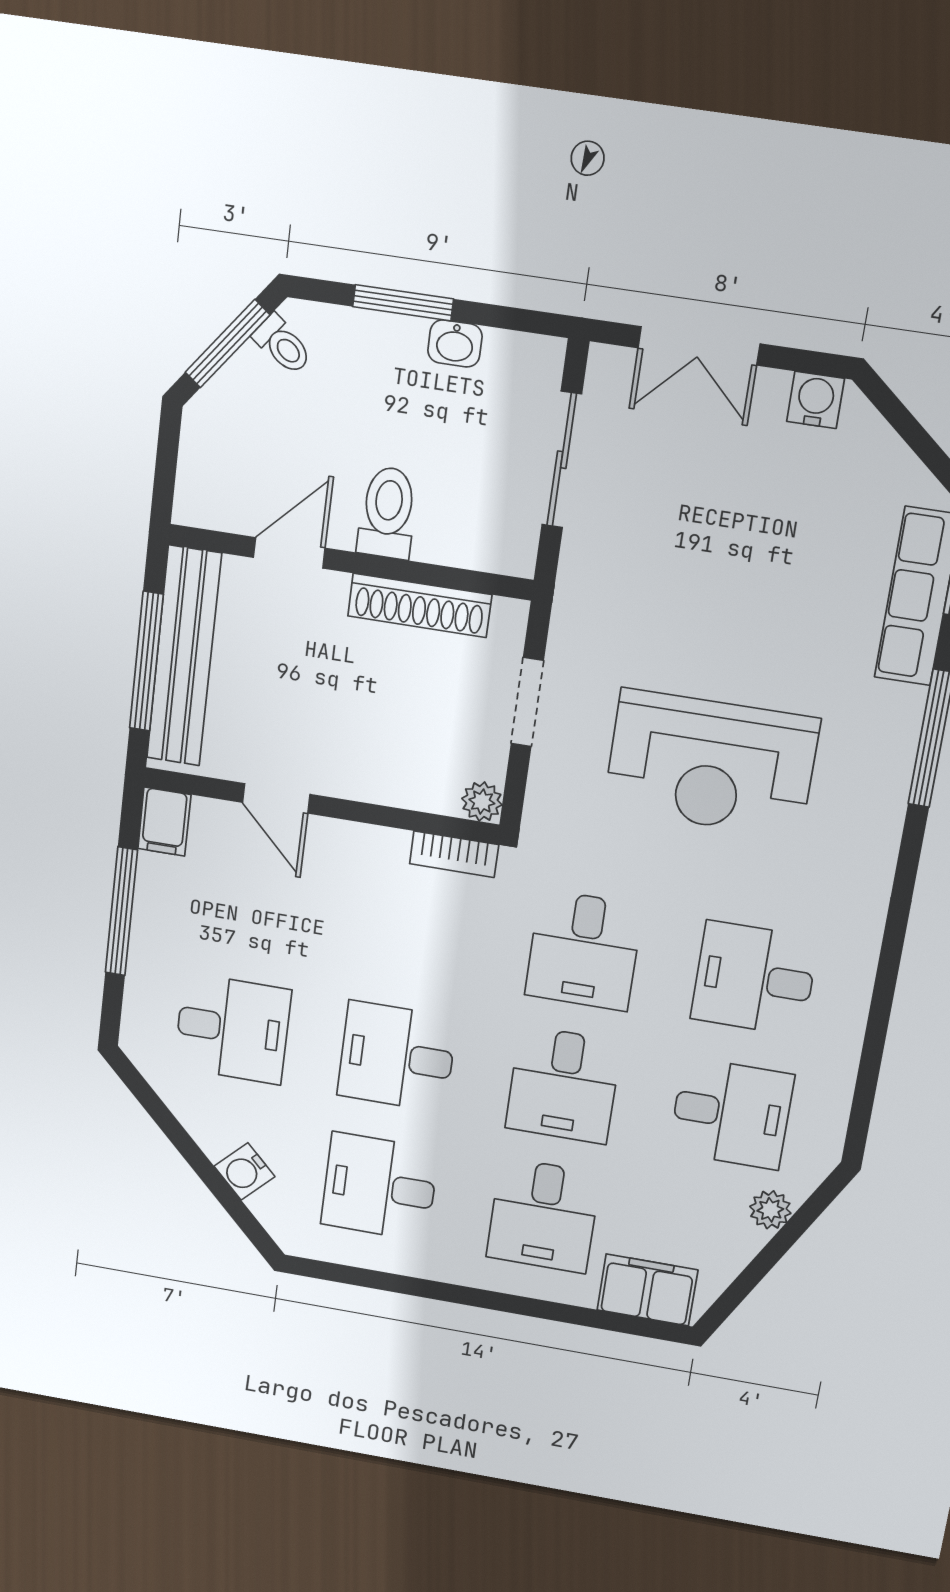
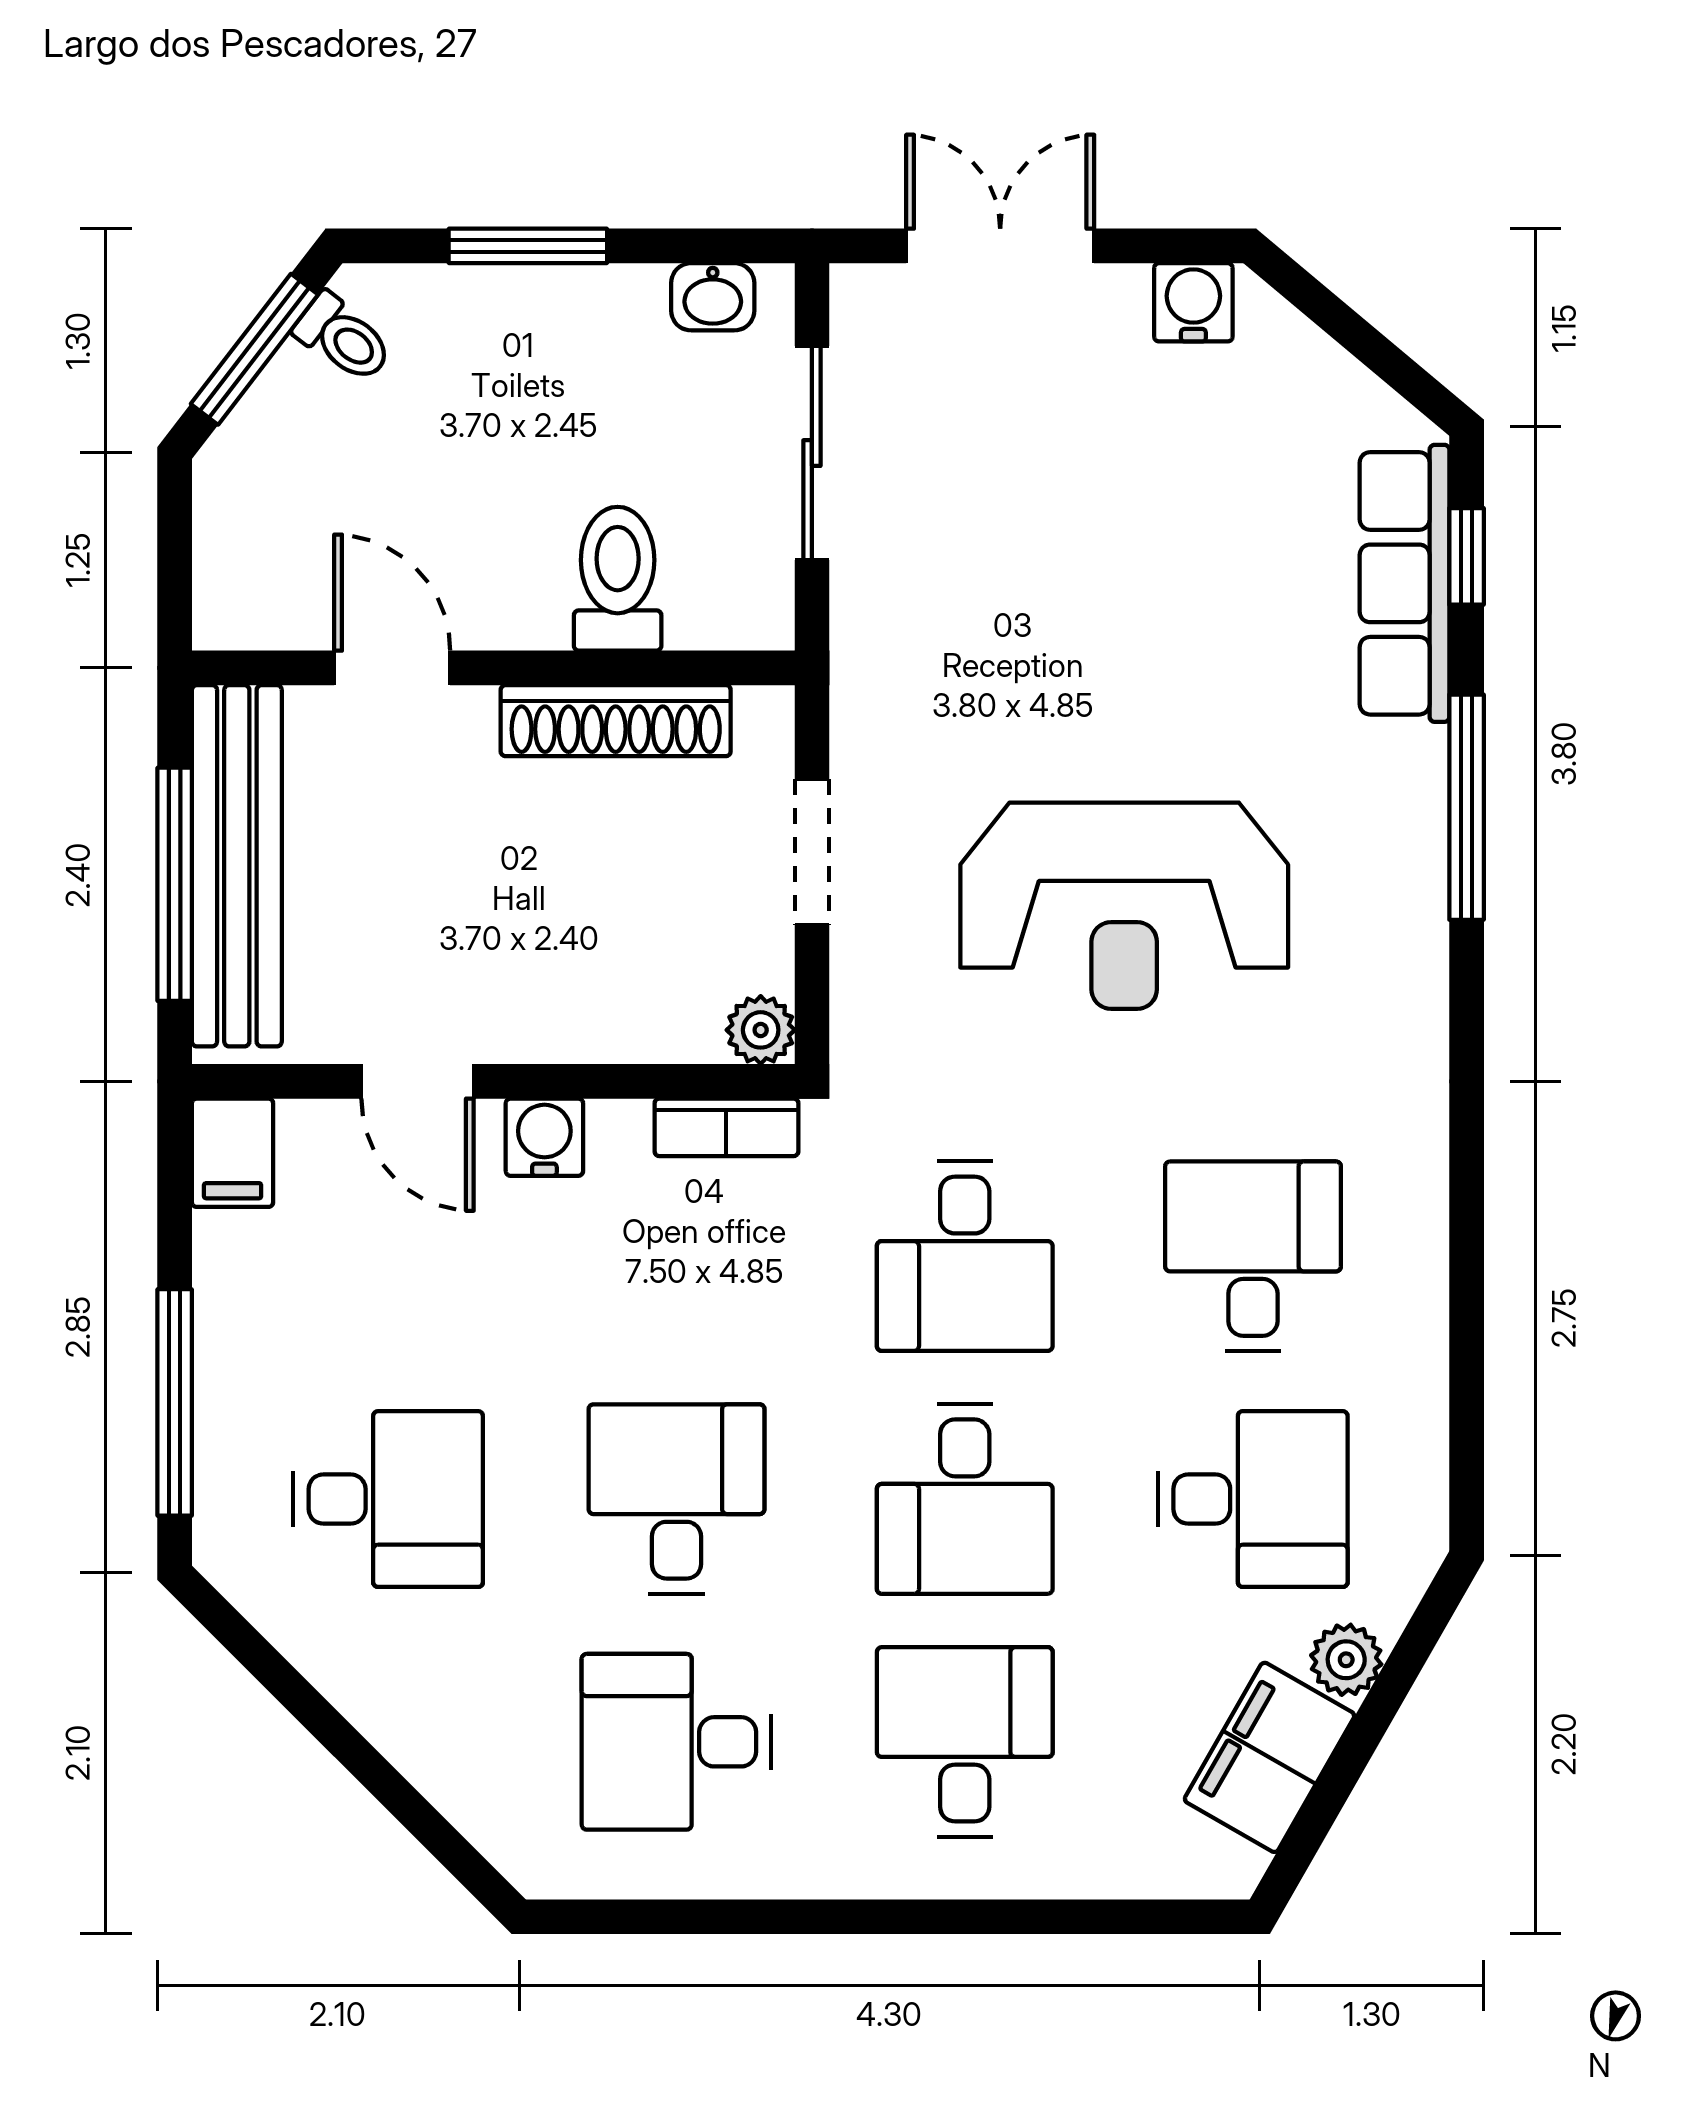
washbasin: (455, 343) -> (713, 297), moved
double door: (699, 346) -> (1000, 246), swing flipped
toilet: (388, 513) -> (618, 579), moved
door: (289, 553) -> (392, 668), hinge flipped
window: (121, 911) -> (175, 1402), moved
desk: (754, 979) -> (1253, 1256), turned 90
desk: (397, 1057) -> (676, 1499), turned 90
water cooler: (244, 1171) -> (544, 1137), moved, turned 135
desk: (543, 1215) -> (965, 1742), turned 180
filing cabinet: (647, 1290) -> (1270, 1757), moved, turned -60

